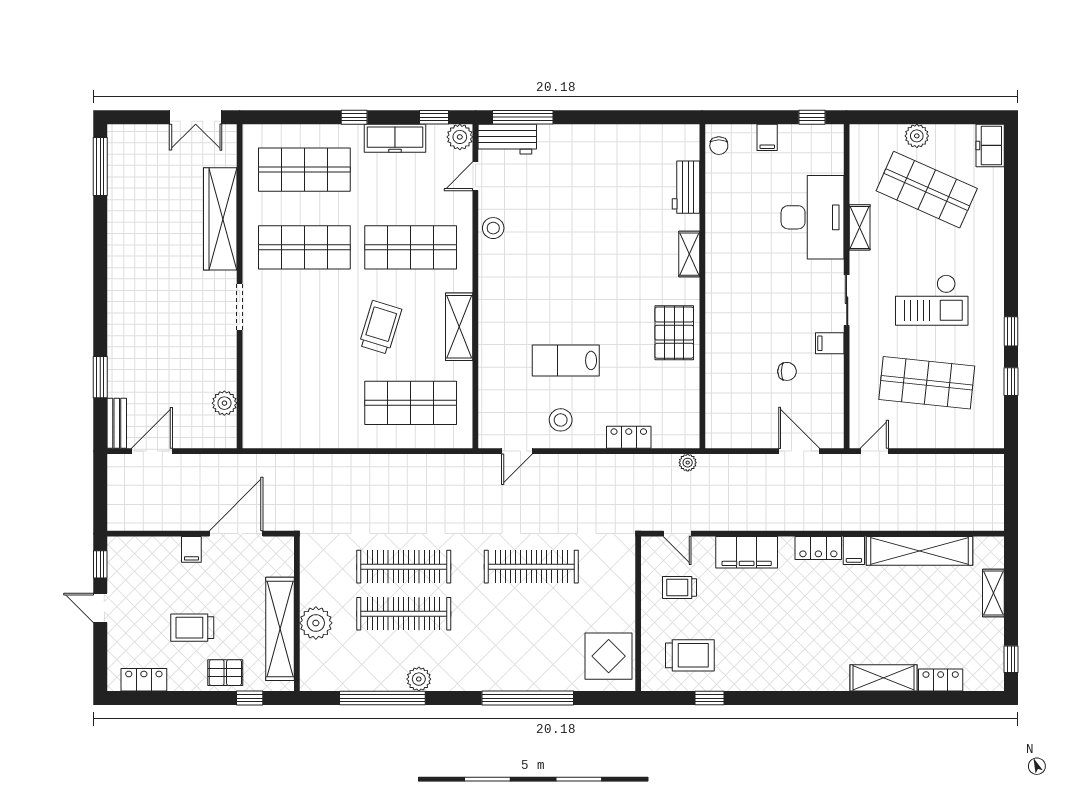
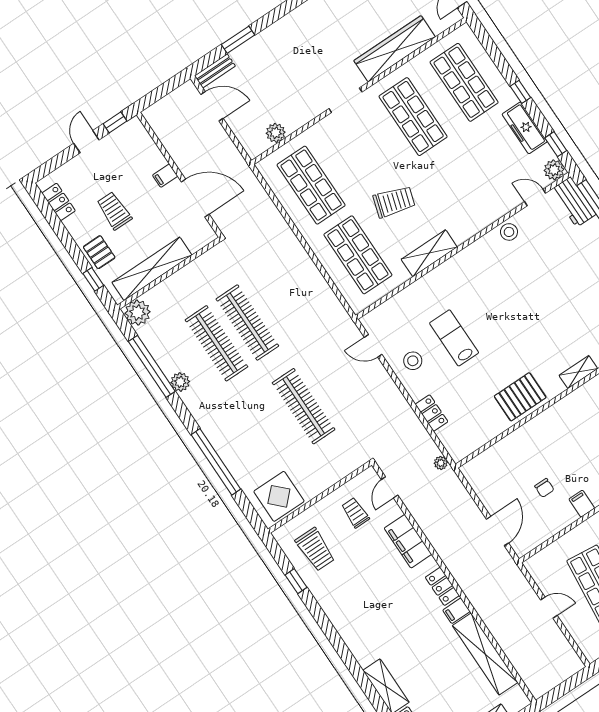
shop shelf: (411, 247) -> (311, 185), moved
door: (874, 451) -> (549, 608), moved
plant: (316, 623) -> (138, 313), moved

